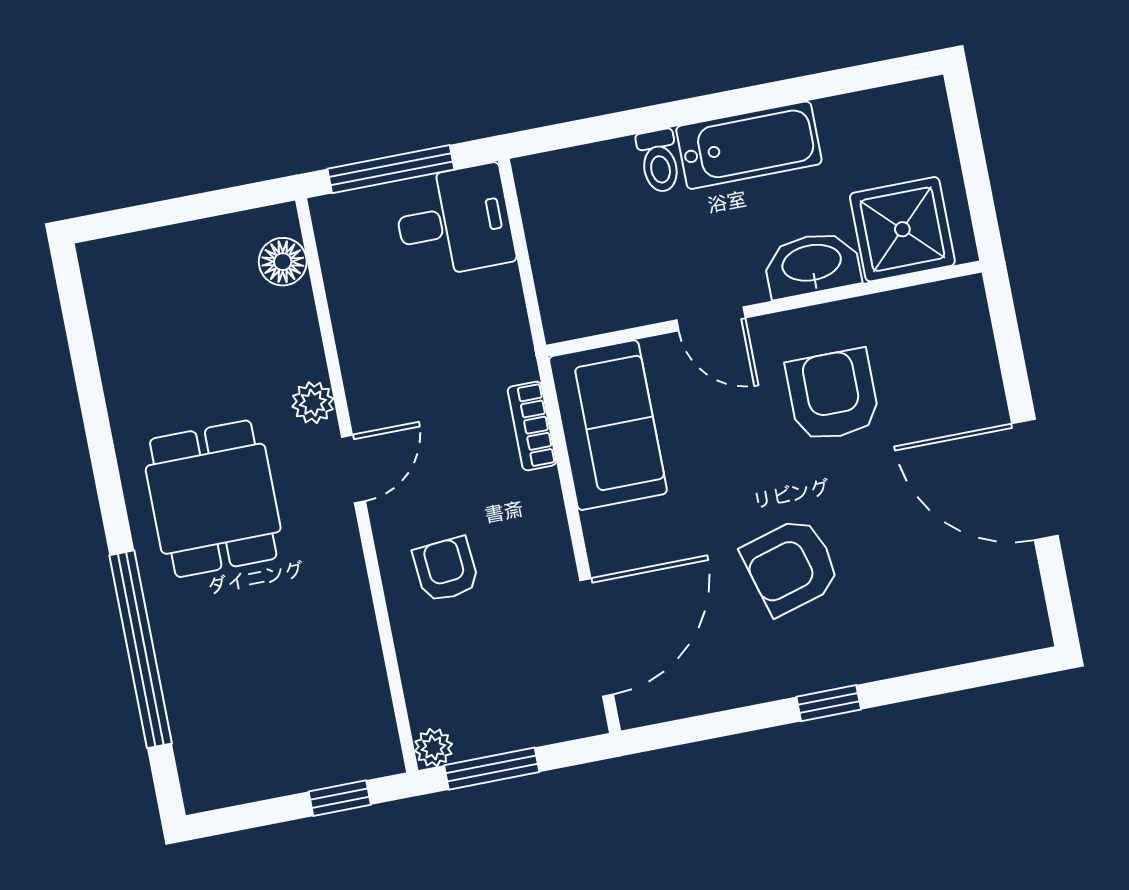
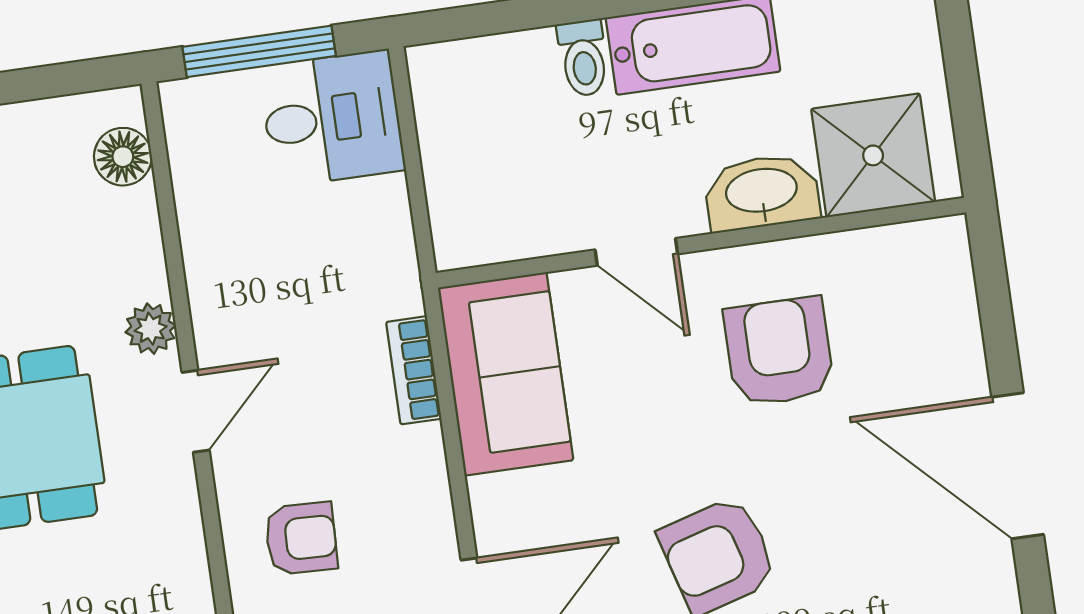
armchair: (446, 569) -> (301, 538), turned 97

